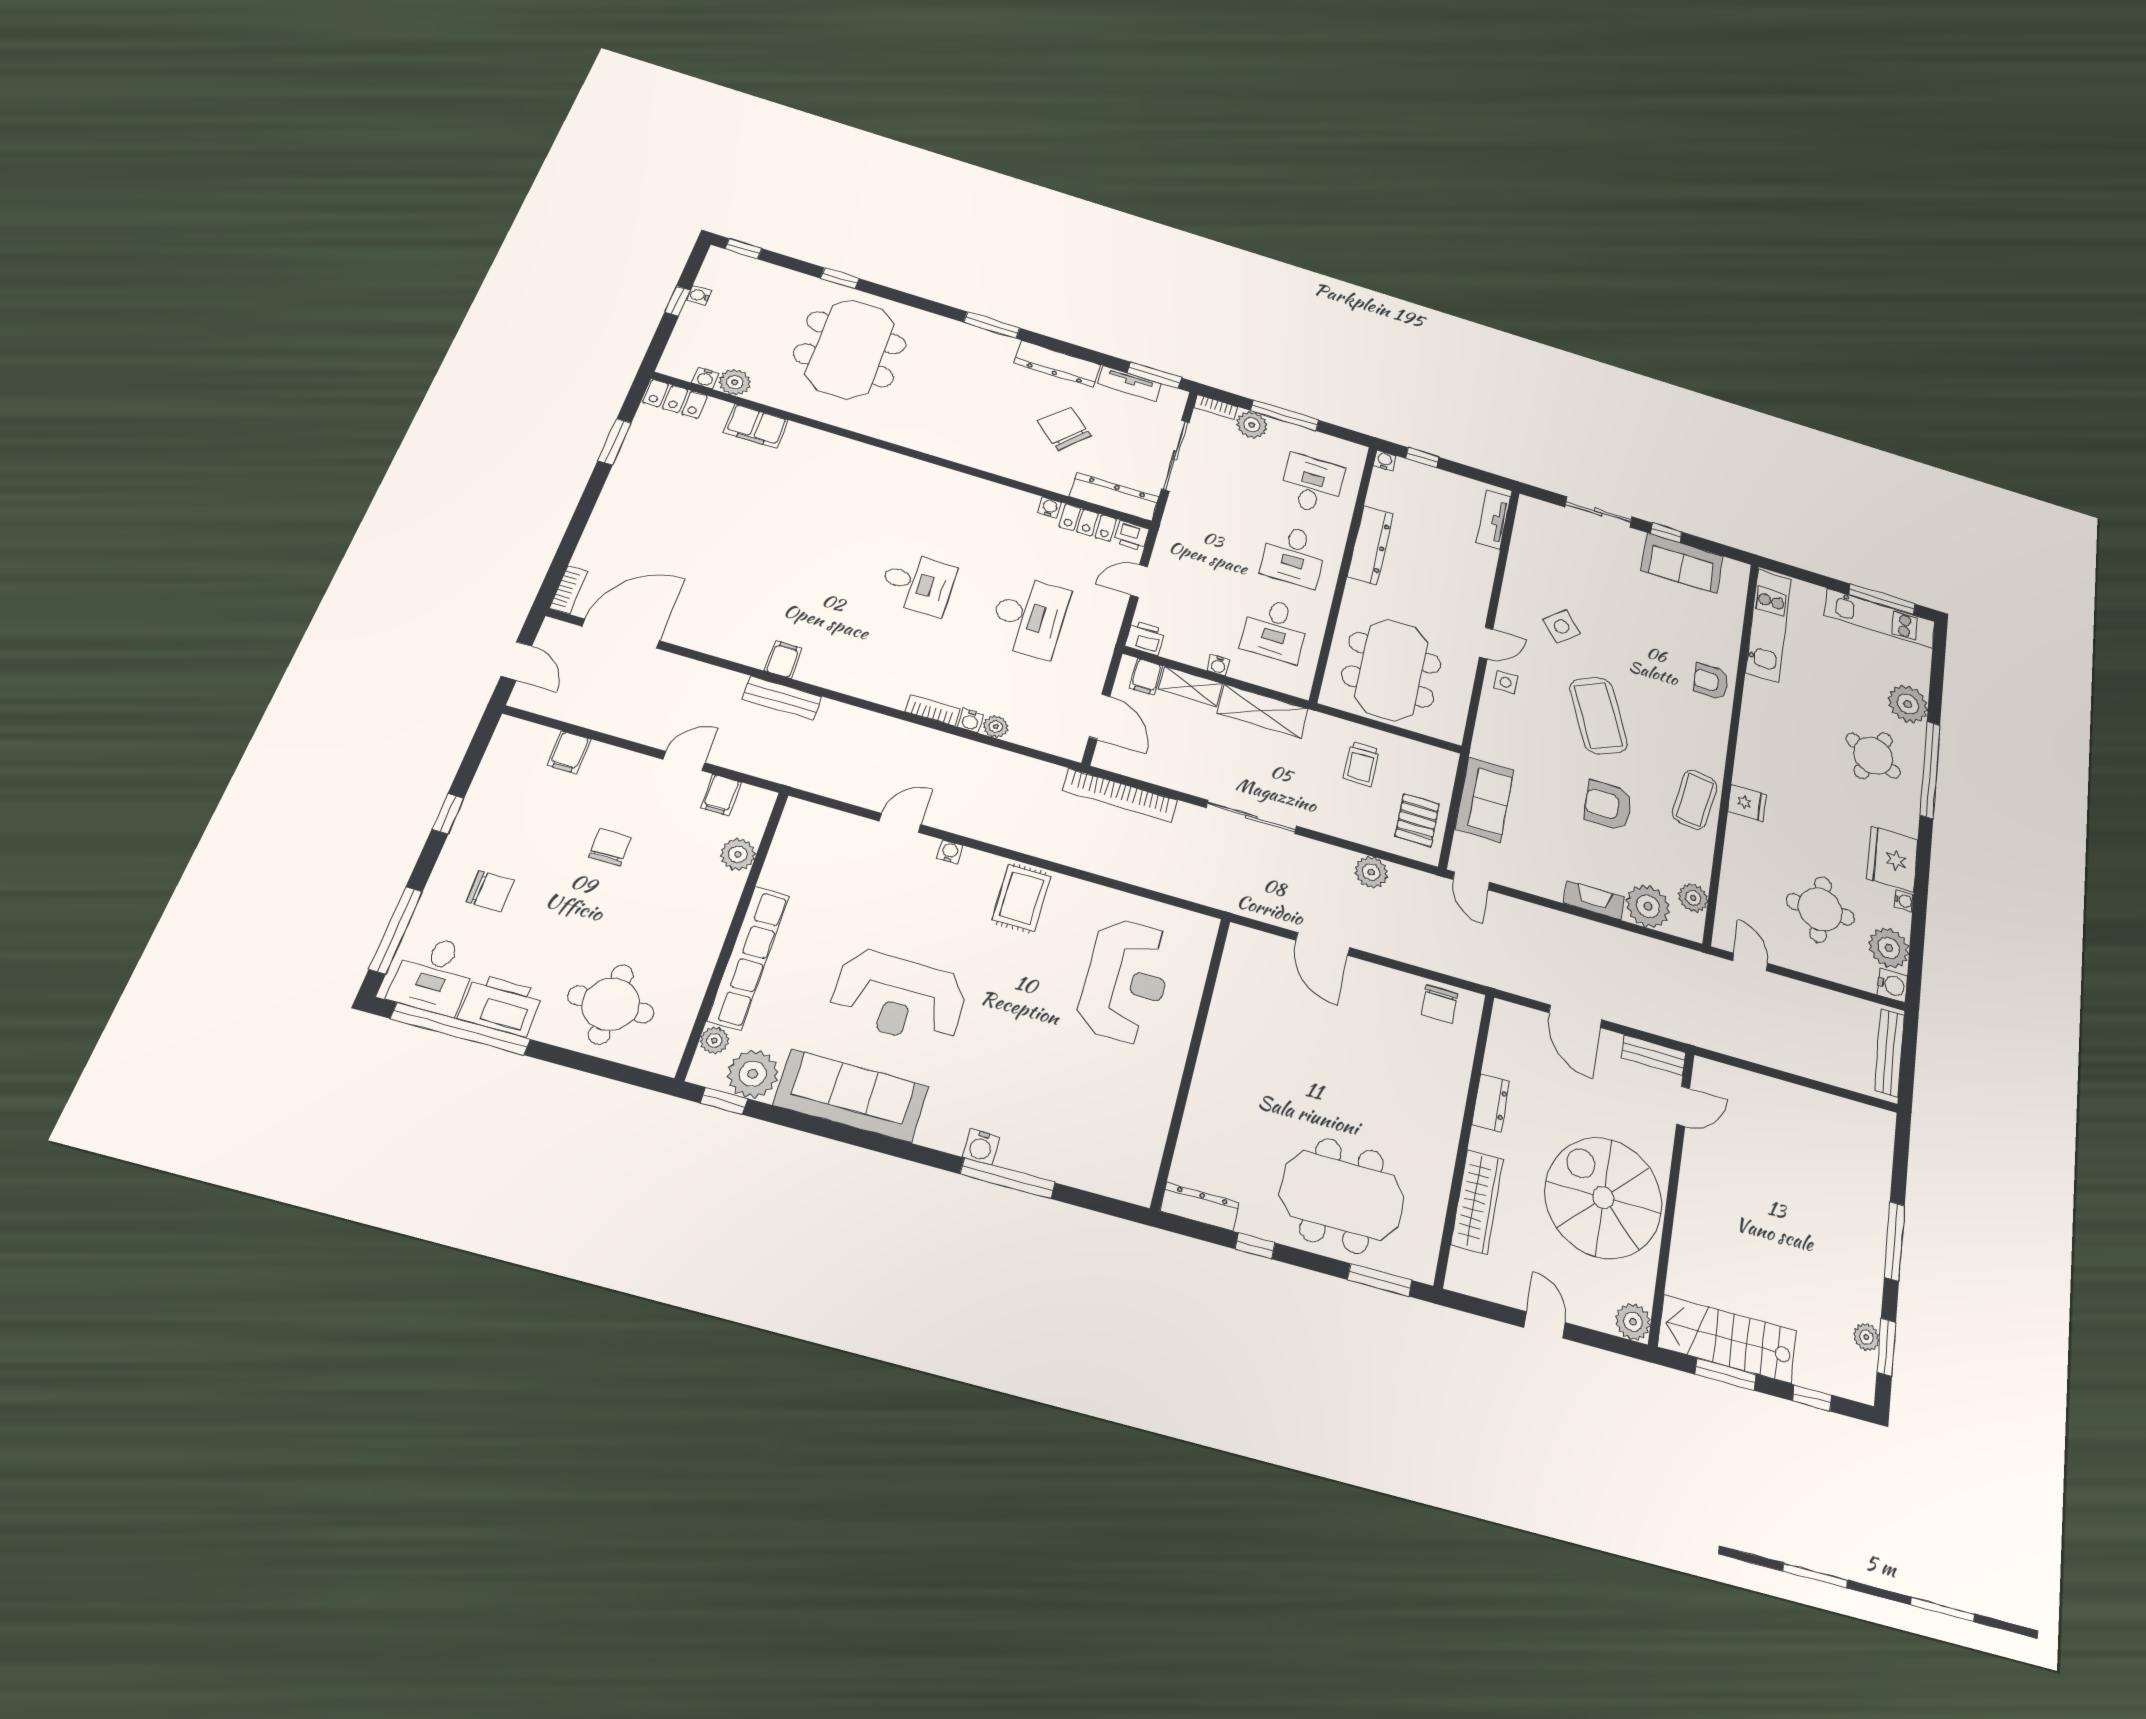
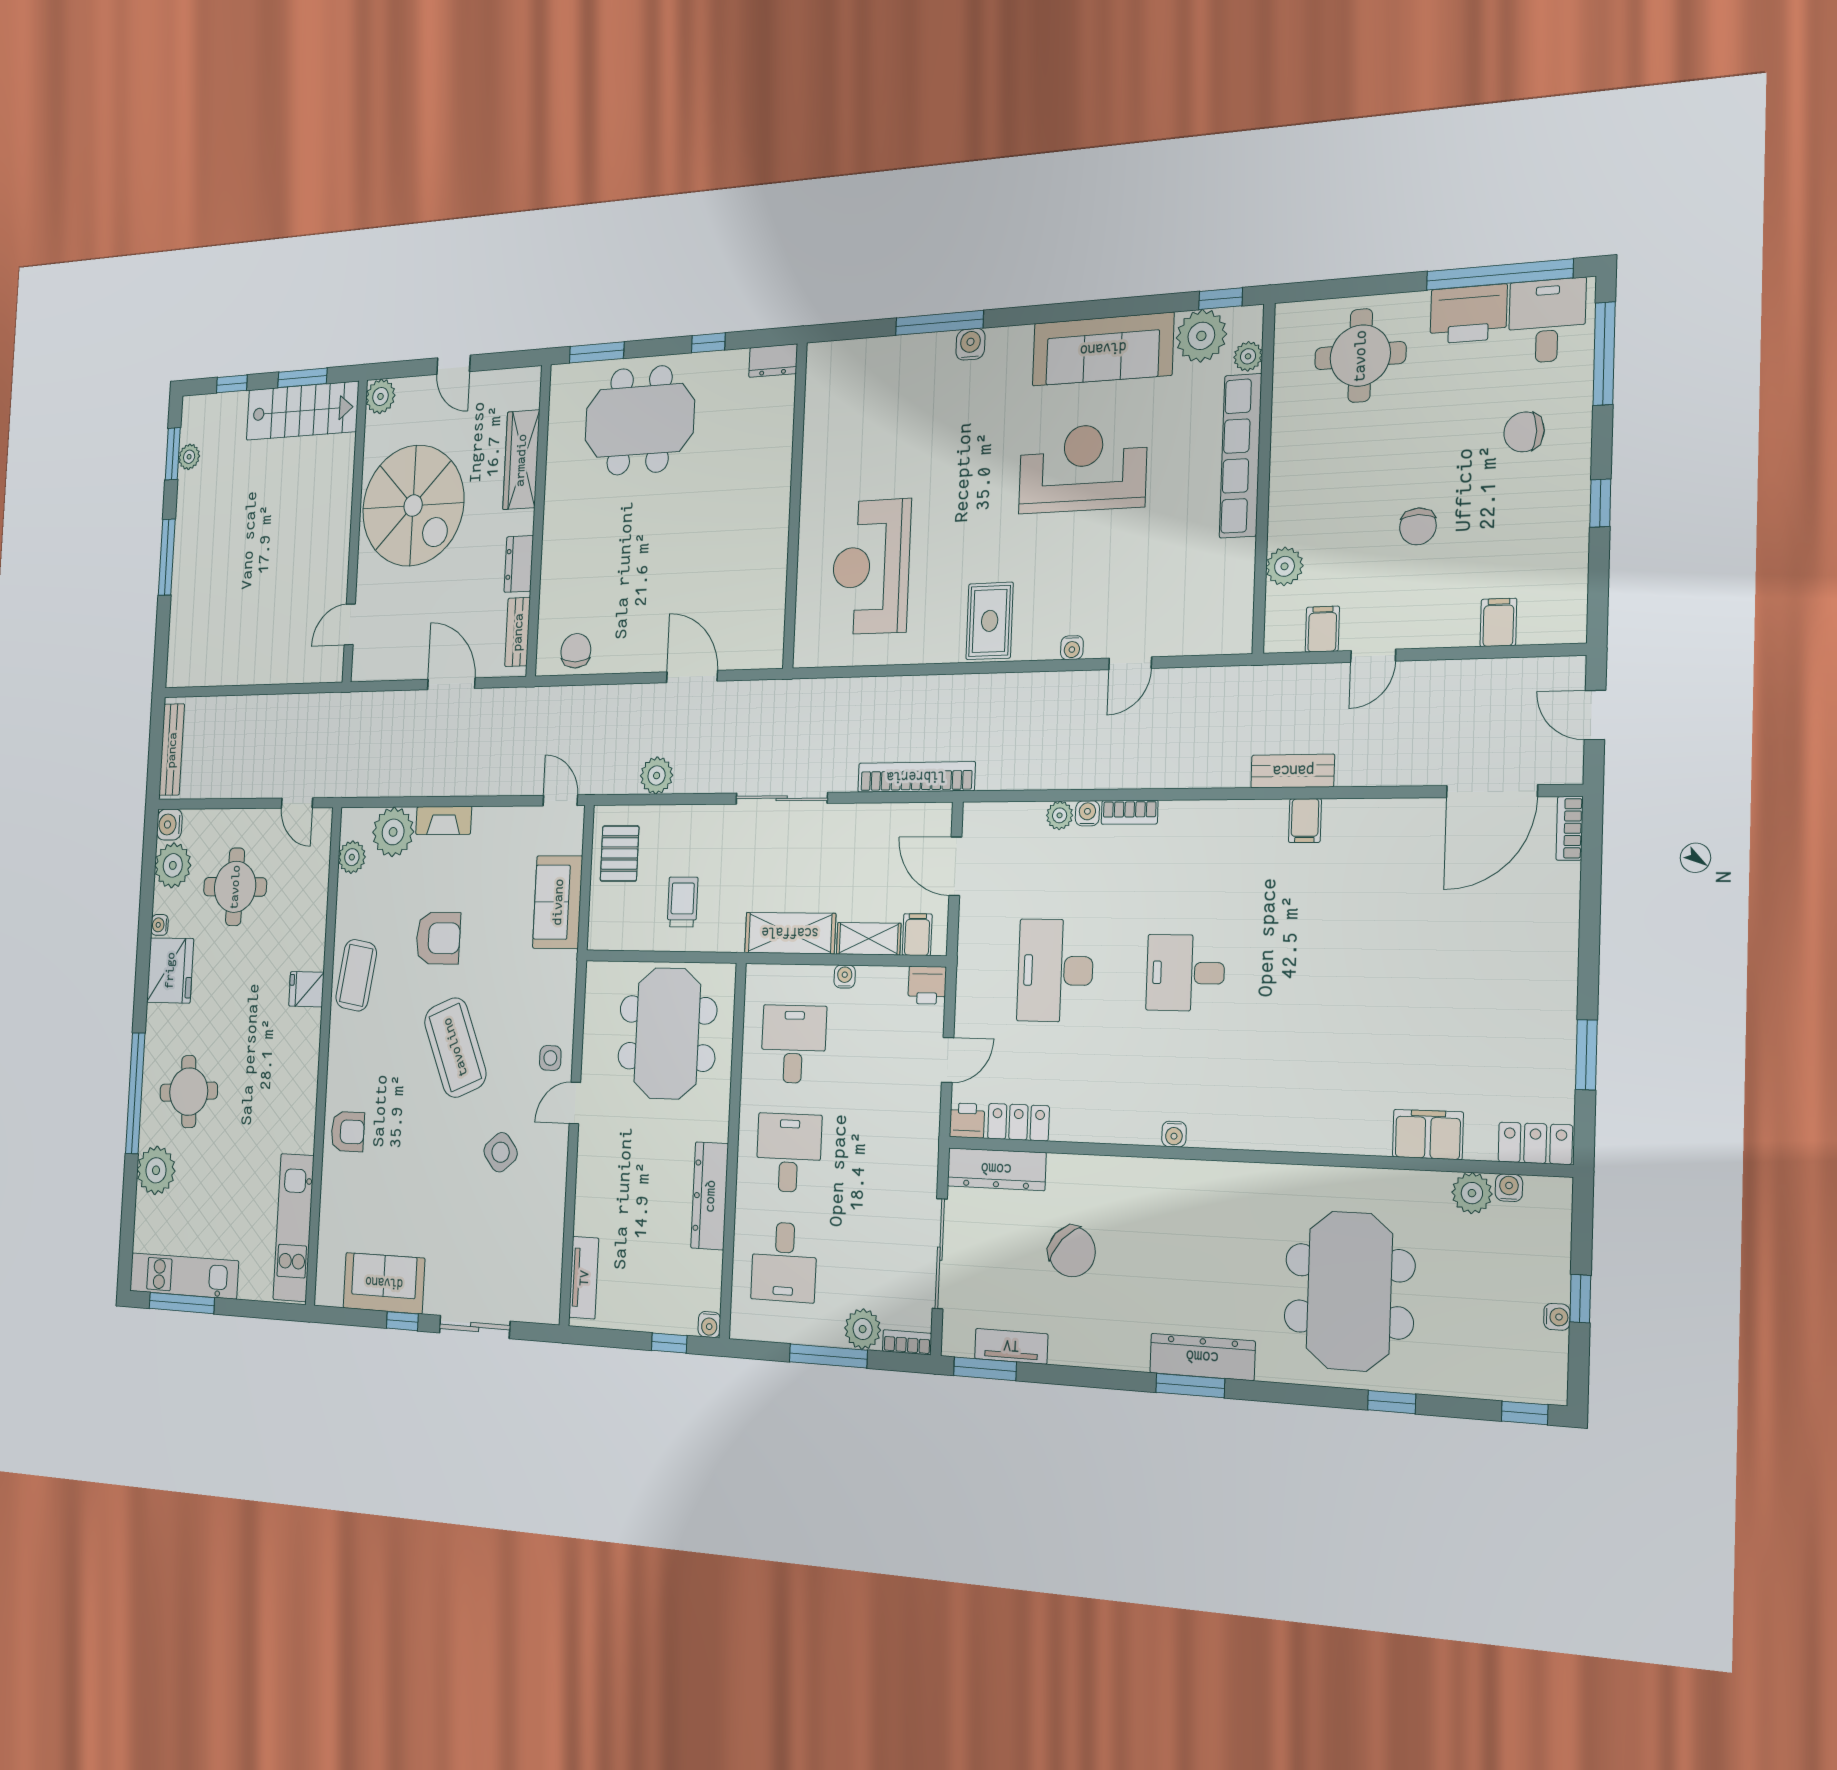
dresser: (1057, 364) -> (1202, 1357), moved
water cooler: (1050, 508) -> (1174, 1134), moved
round table: (1873, 756) -> (189, 1092), turned -30
bench: (1653, 1055) -> (518, 632), moved, turned 90
dresser: (1200, 1207) -> (773, 361), width x0.70

